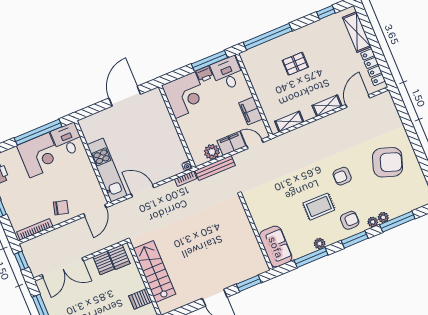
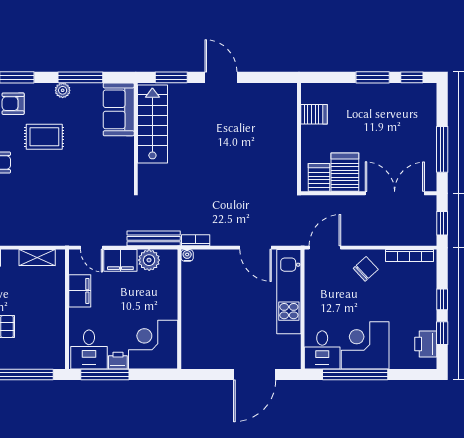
door: (125, 96) -> (255, 375), moved
chair: (61, 208) -> (366, 269), turned 122
server rack: (104, 263) -> (345, 172), width x1.36, depth x1.44
stairs: (154, 271) -> (152, 124), moved, turned 180

